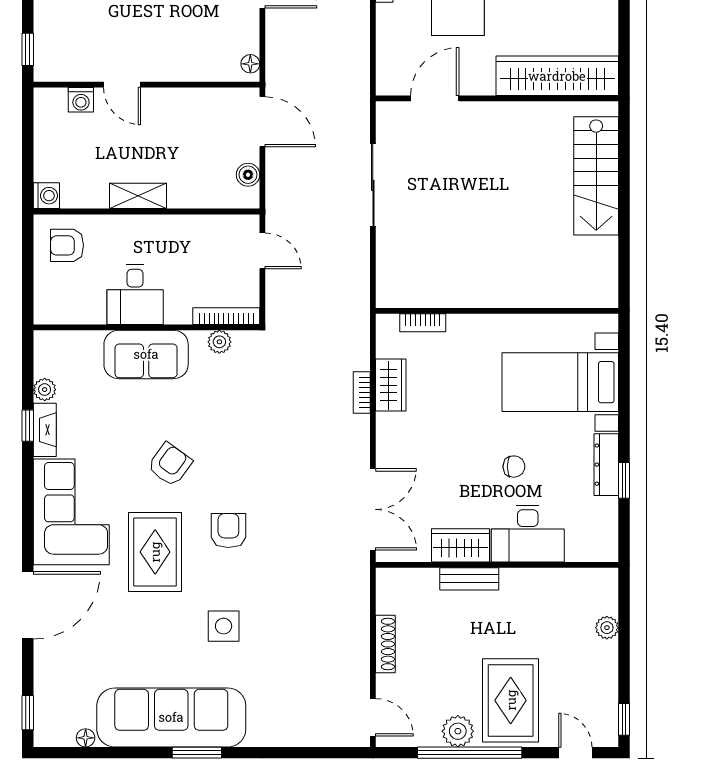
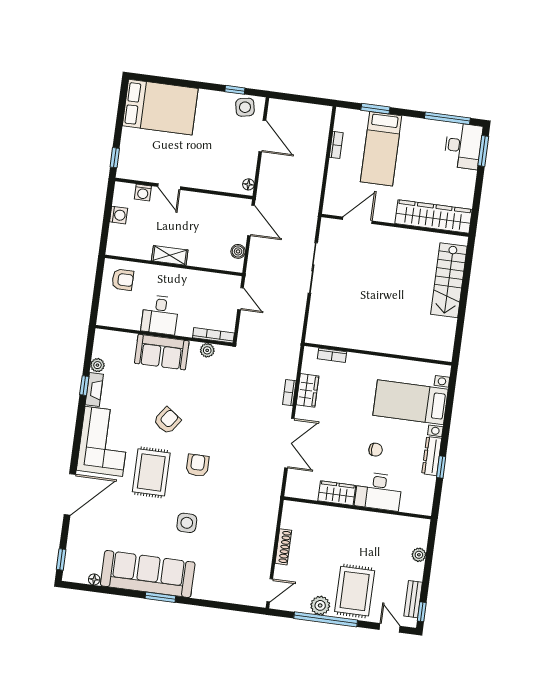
washing machine: (46, 196) -> (119, 215), moved
armchair: (67, 245) -> (123, 280), turned 180
double door: (373, 509) -> (289, 443), moved
bench: (469, 579) -> (413, 599), moved, turned 90
door: (373, 717) -> (270, 590), hinge flipped

